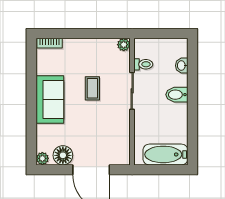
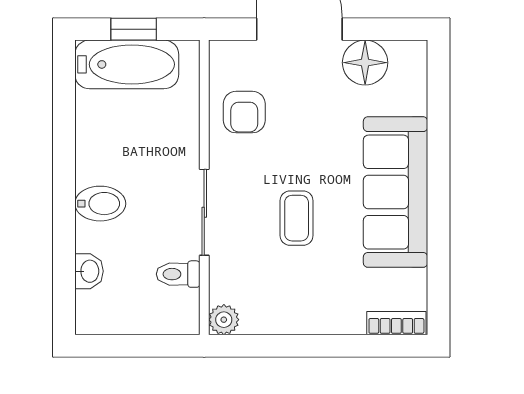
sofa: (50, 100) -> (396, 192), width x1.36
armchair: (115, 134) -> (244, 112), added
plant: (42, 158) -> (413, 55), removed
window: (162, 170) -> (134, 29), added

